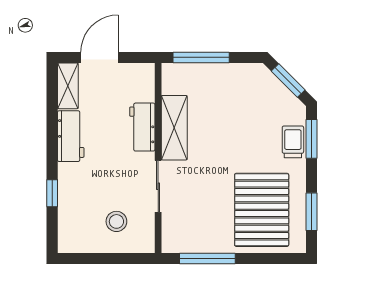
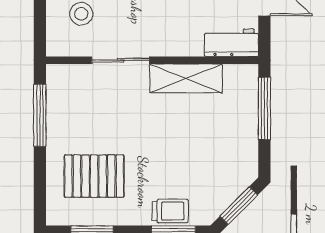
workbench: (142, 127) -> (231, 43), moved
pallet: (262, 210) -> (94, 176), width x0.73, depth x0.71

